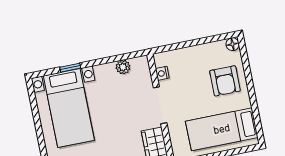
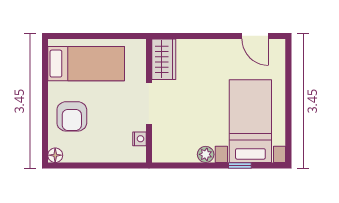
plant: (123, 67) -> (206, 154), moved
armchair: (225, 81) -> (72, 116), turned 180

